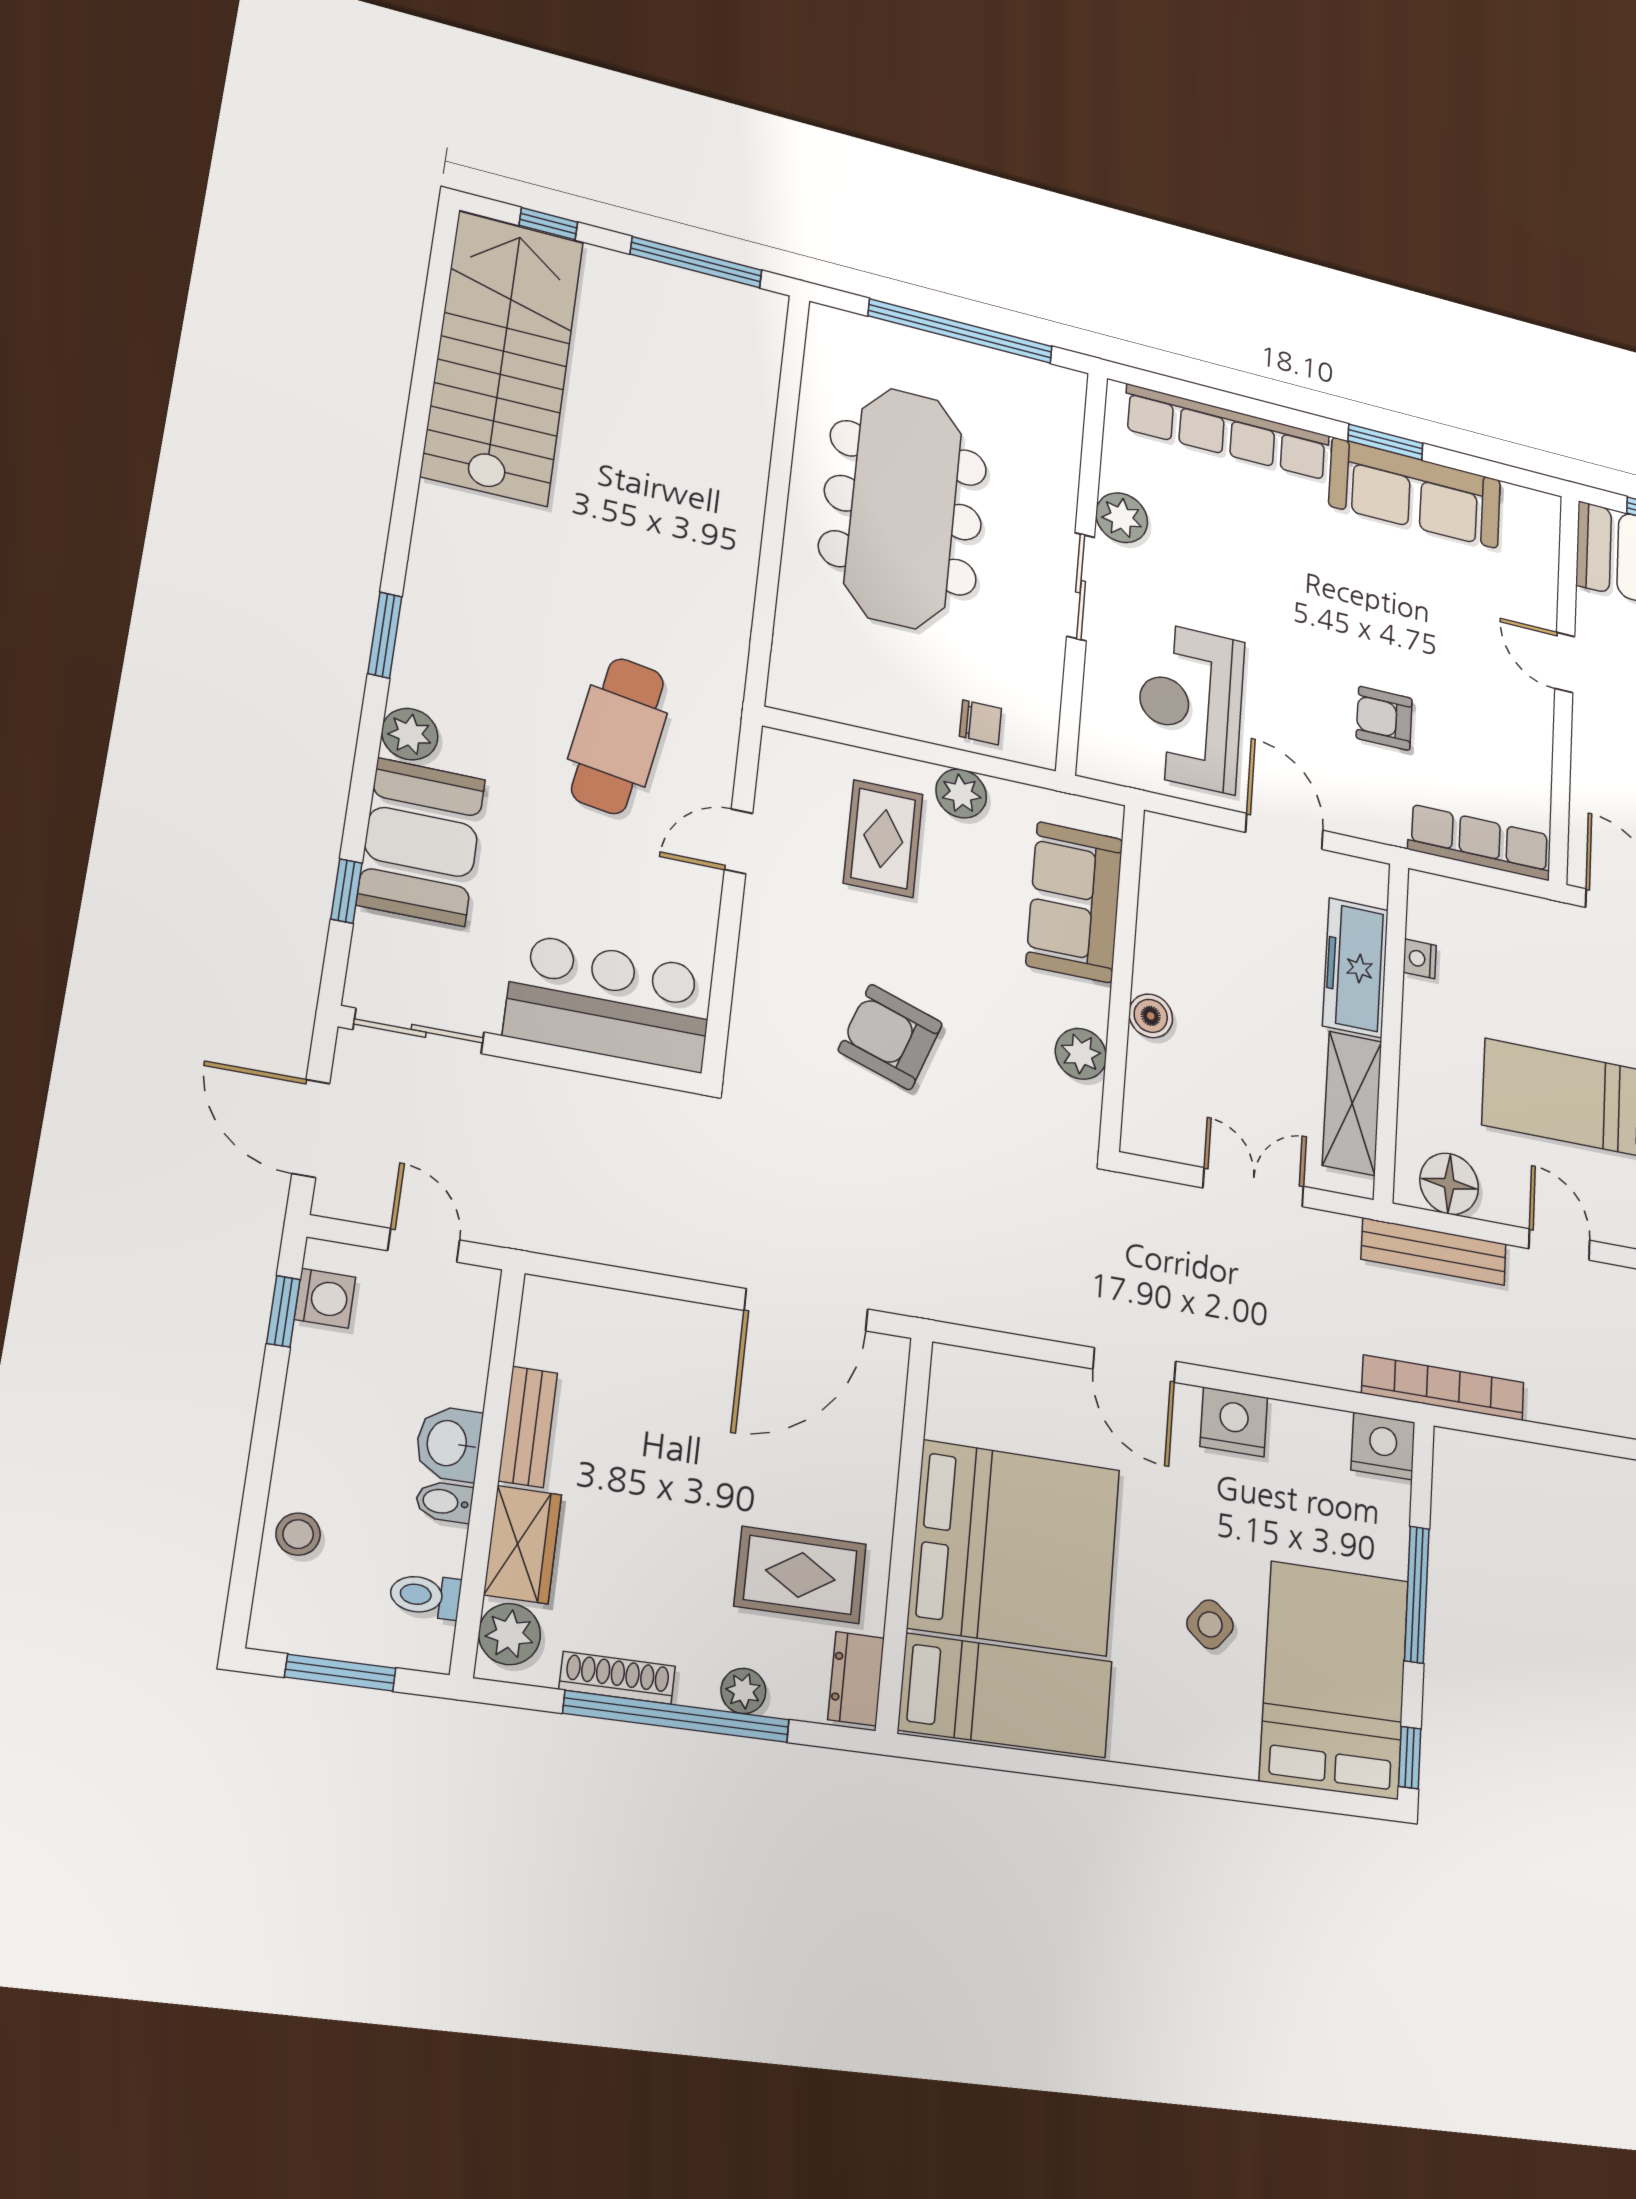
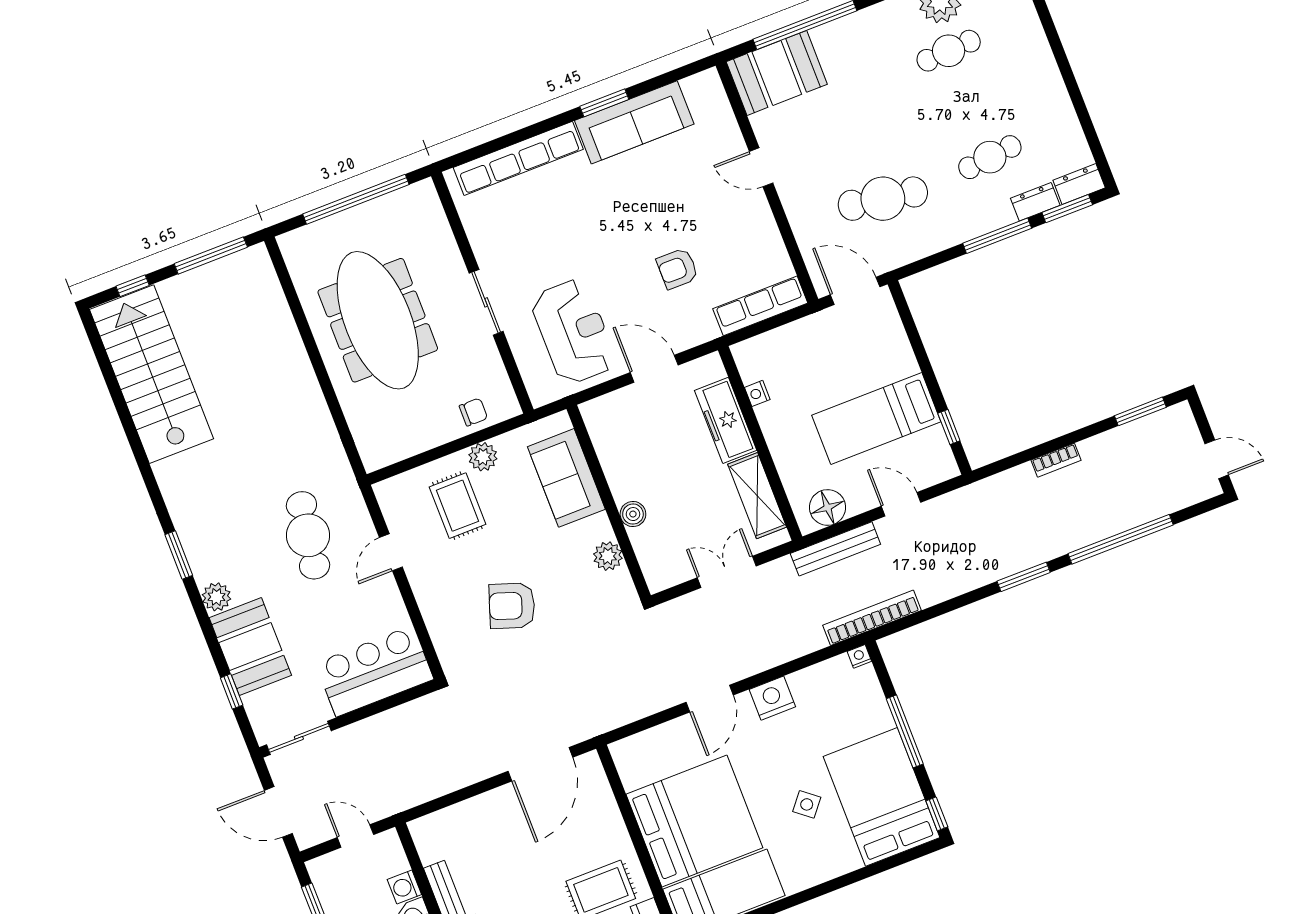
plant: (1122, 518) -> (488, 248), removed
reception desk: (1190, 707) -> (574, 332), turned 180
washing machine: (325, 1298) -> (404, 887), moved, turned 180
door: (1134, 1365) -> (710, 699), hinge flipped
nightstand: (1383, 1446) -> (859, 656), width x0.53, depth x0.56

